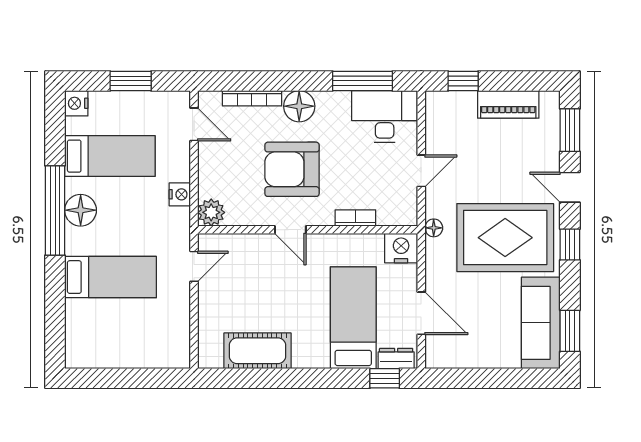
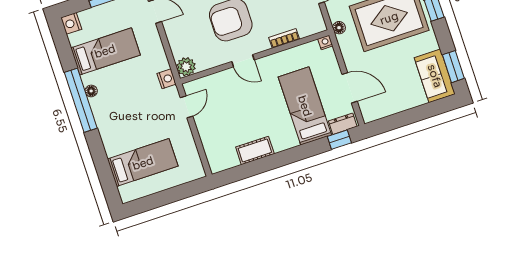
nightstand: (180, 194) -> (167, 79), moved
floor lamp: (81, 210) -> (91, 91), width x0.53, depth x0.53
nightstand: (401, 248) -> (325, 42), width x0.53, depth x0.56
bed: (111, 277) -> (143, 163), moved
sofa: (541, 323) -> (435, 76), width x0.73
cot: (257, 351) -> (255, 150), width x0.73, depth x0.75

